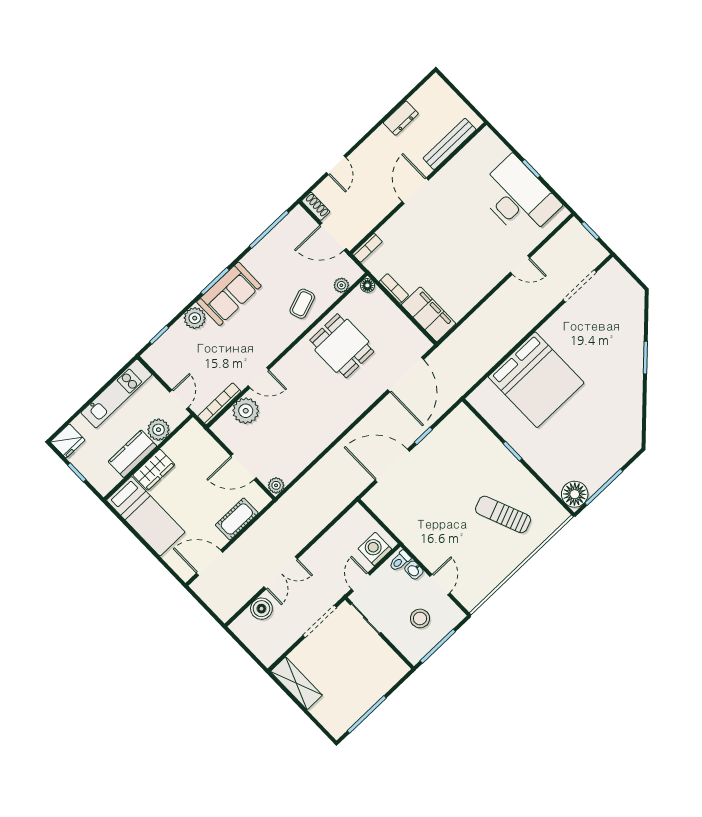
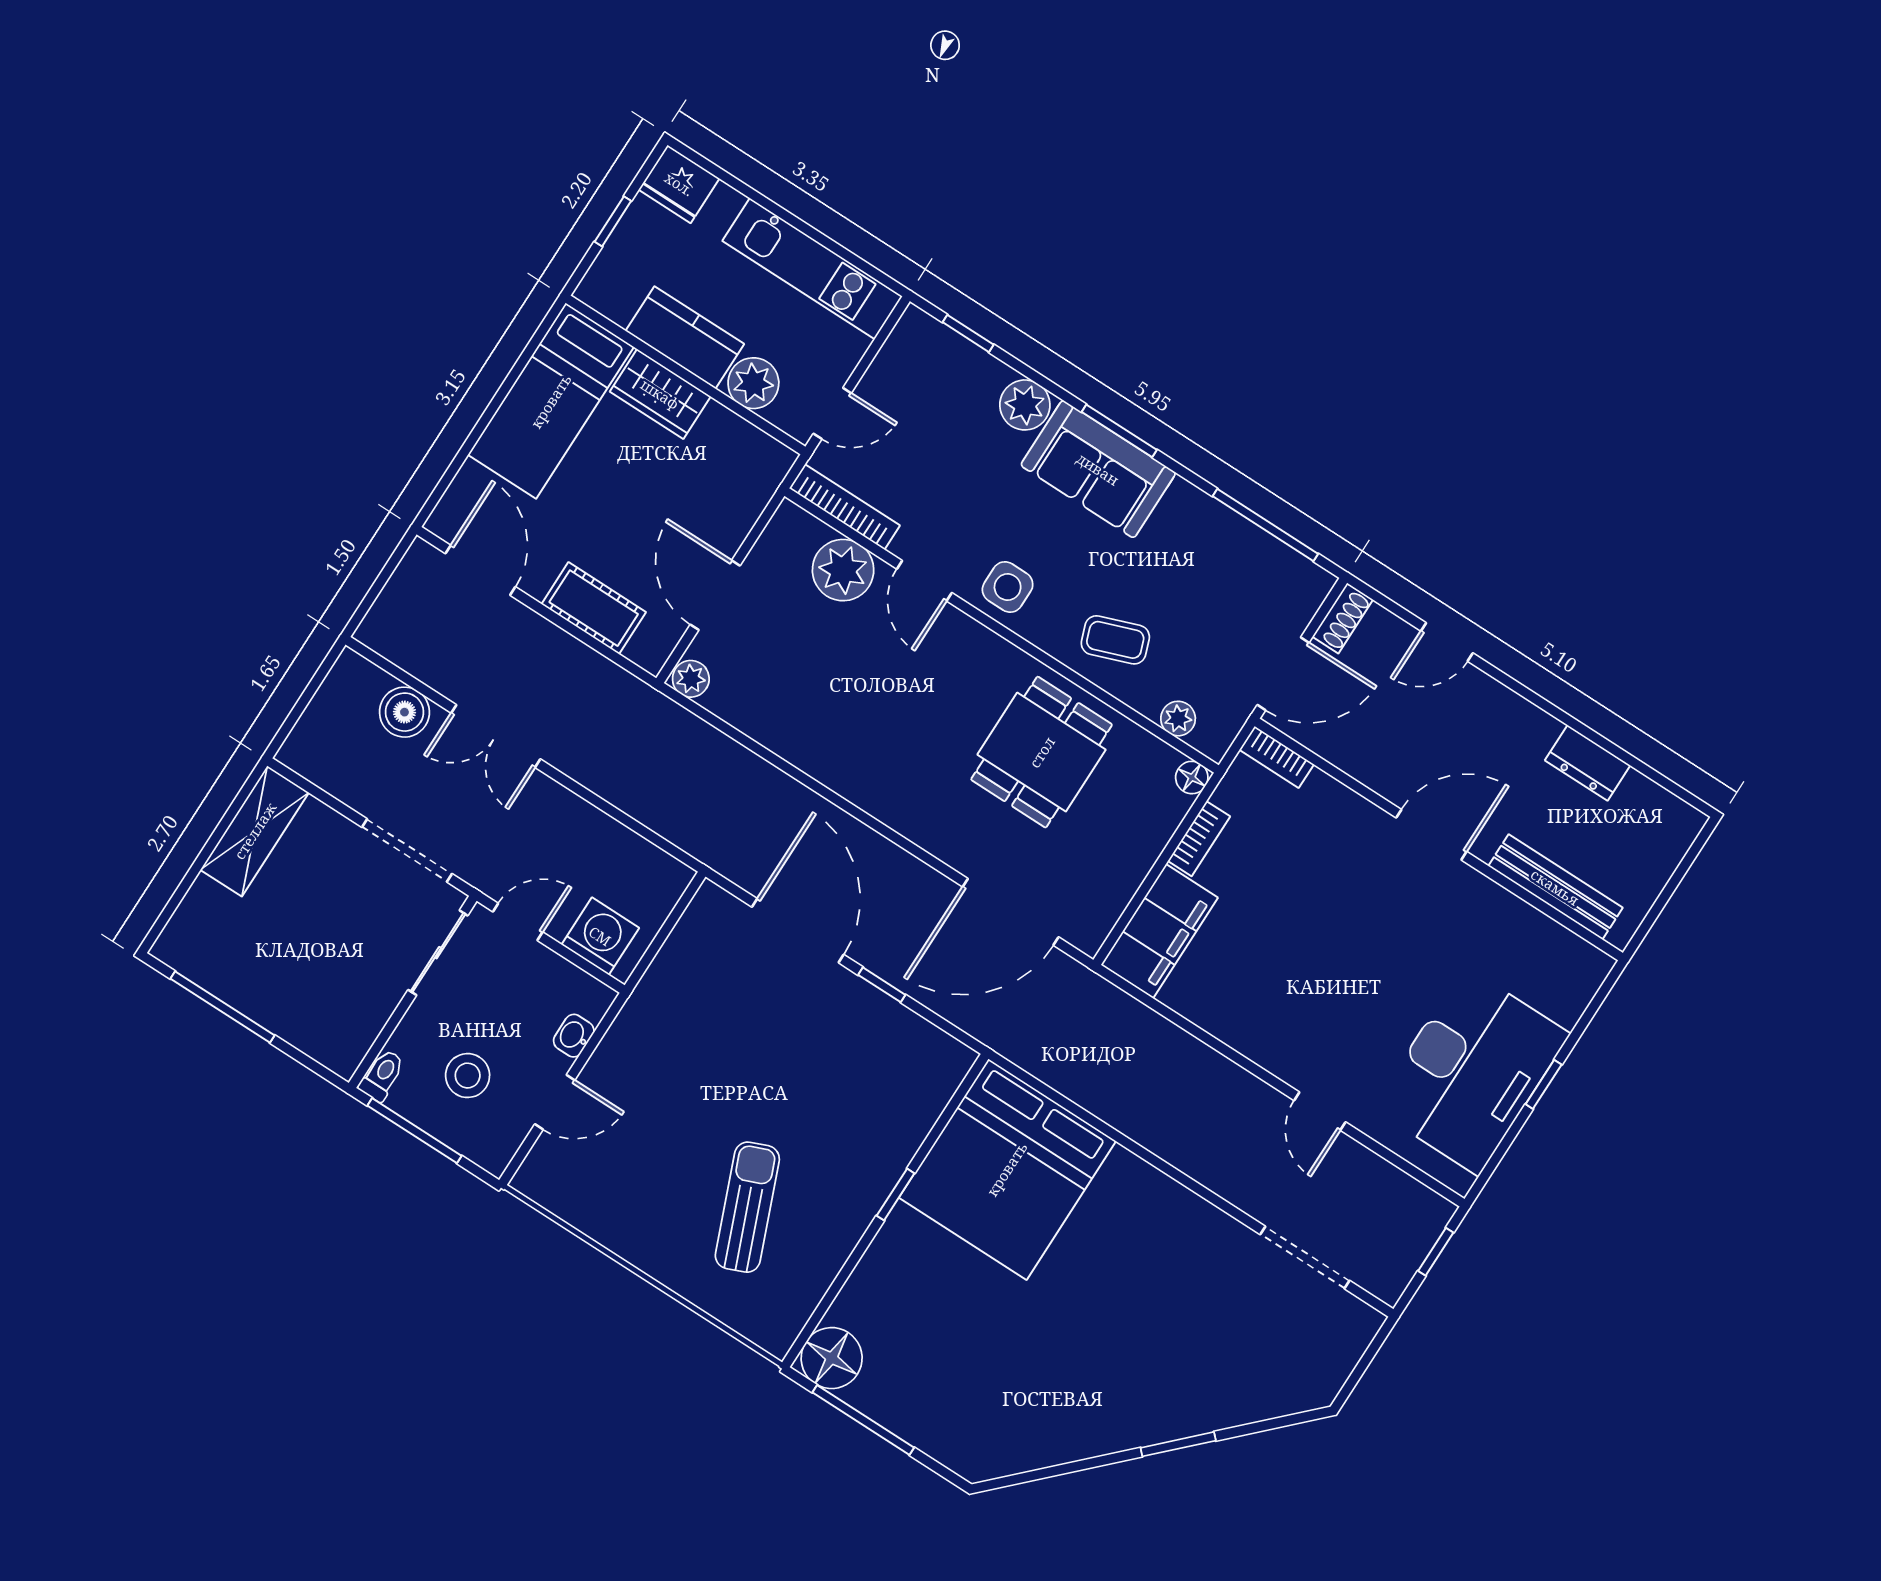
door: (333, 237) -> (1283, 674), swing flipped
side table: (269, 344) -> (1008, 587), added
bed: (536, 380) -> (1007, 1169), moved
toilet: (400, 561) -> (382, 1075), moved, turned 90

